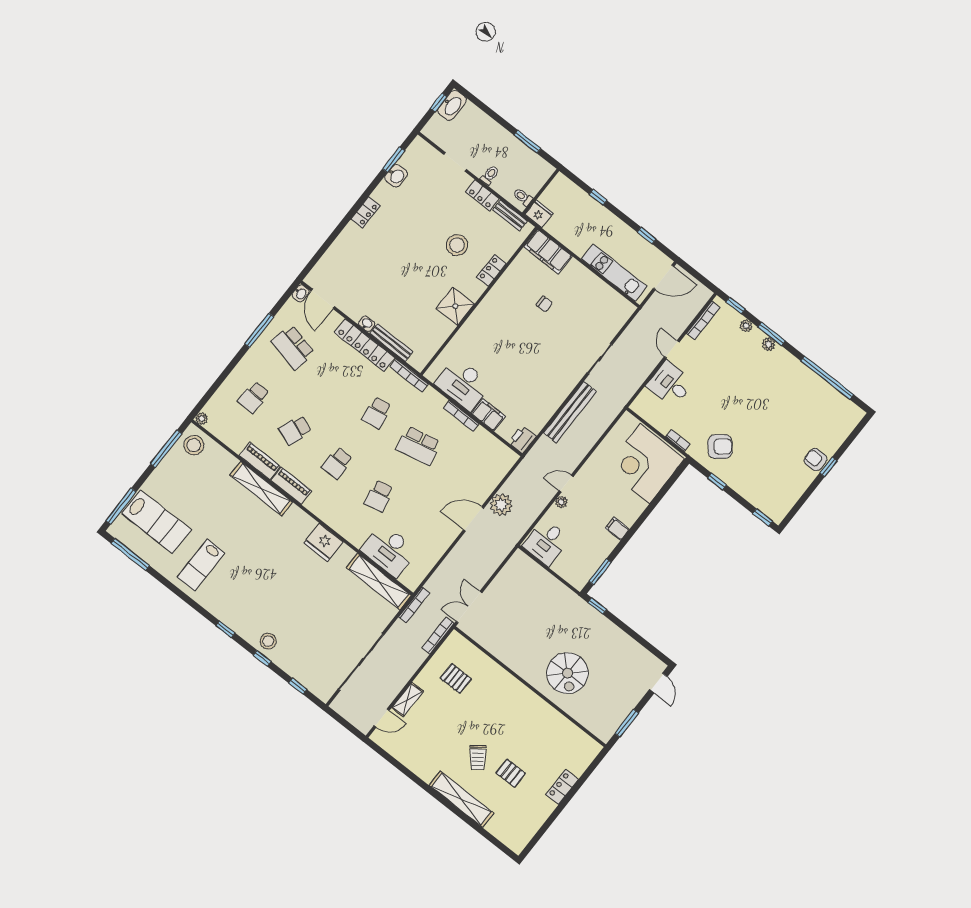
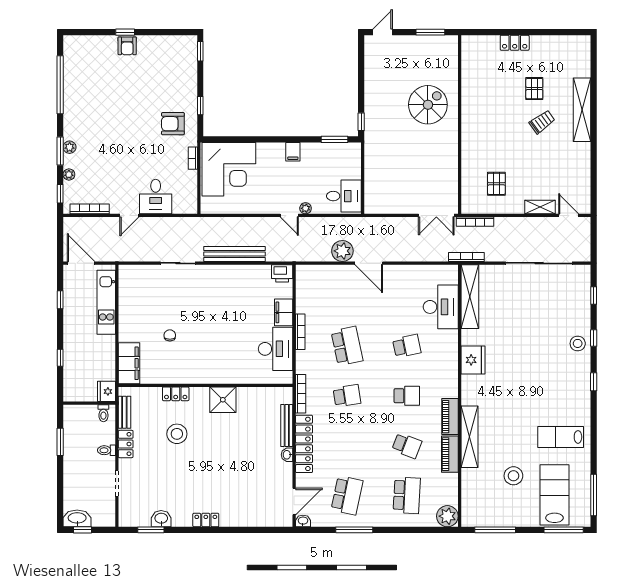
school desk: (253, 397) -> (407, 495), width x1.85
plant: (202, 419) -> (447, 516), width x1.88, depth x1.88
stool: (194, 445) -> (513, 476), moved
armchair: (720, 447) -> (173, 124), turned -51
lab bench: (201, 565) -> (561, 437), turned 180

